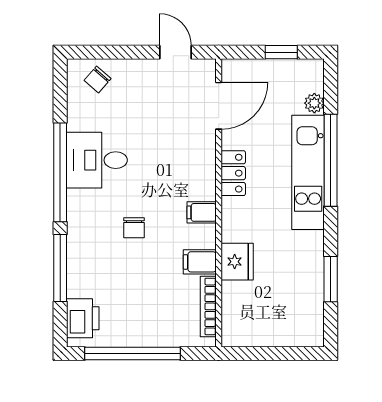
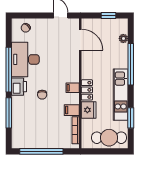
door: (219, 106) -> (80, 40), hinge flipped
desk: (97, 160) -> (25, 59), width x1.37
kitchen unit: (308, 172) -> (121, 95), moved
locker: (233, 173) -> (87, 90), moved
printer: (83, 318) -> (19, 87), moved
cafe table: (282, 323) -> (109, 138), added

